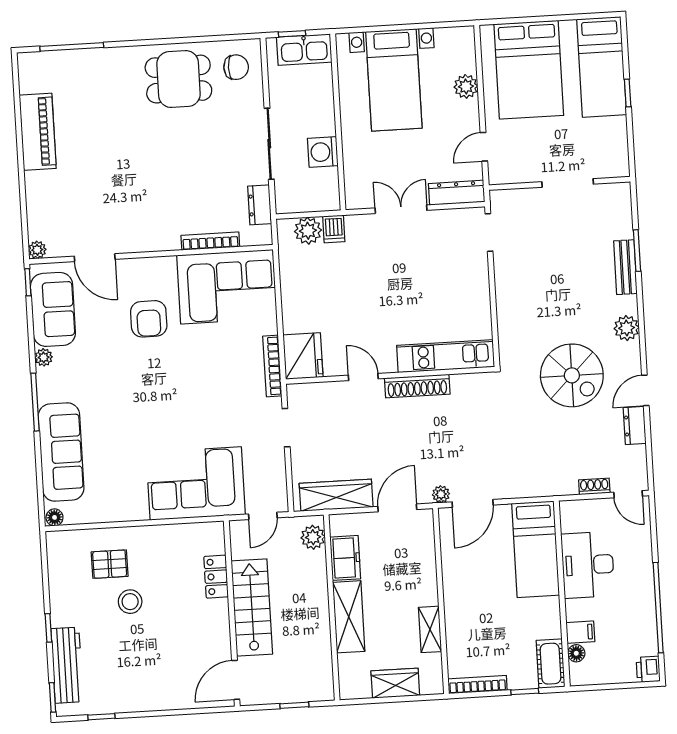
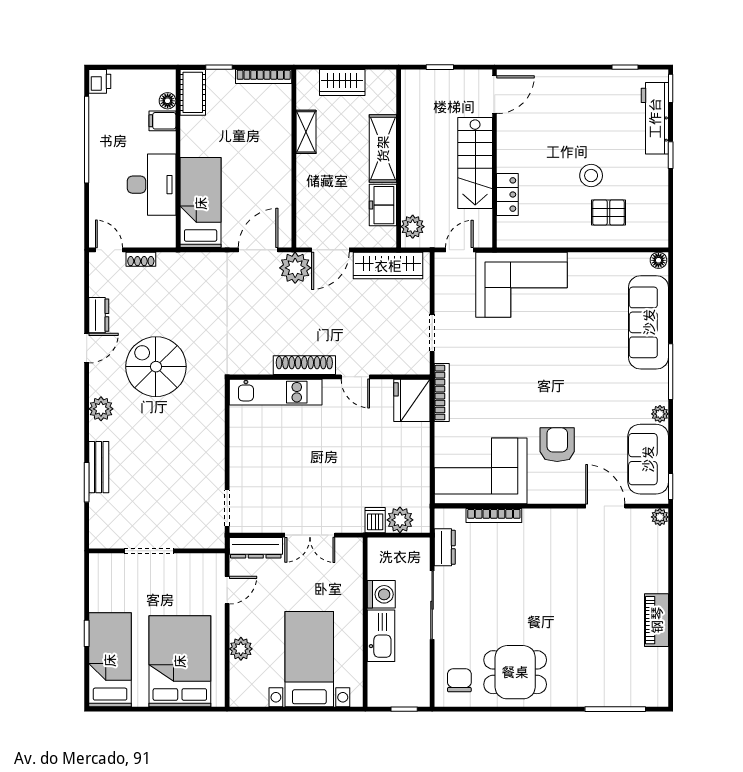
kitchen sink: (304, 50) -> (381, 636), moved, turned 90
chair: (236, 67) -> (459, 680), turned 90
piano: (38, 132) -> (657, 620), width x0.73, depth x0.75
plant: (441, 494) -> (295, 268), width x1.88, depth x1.88

